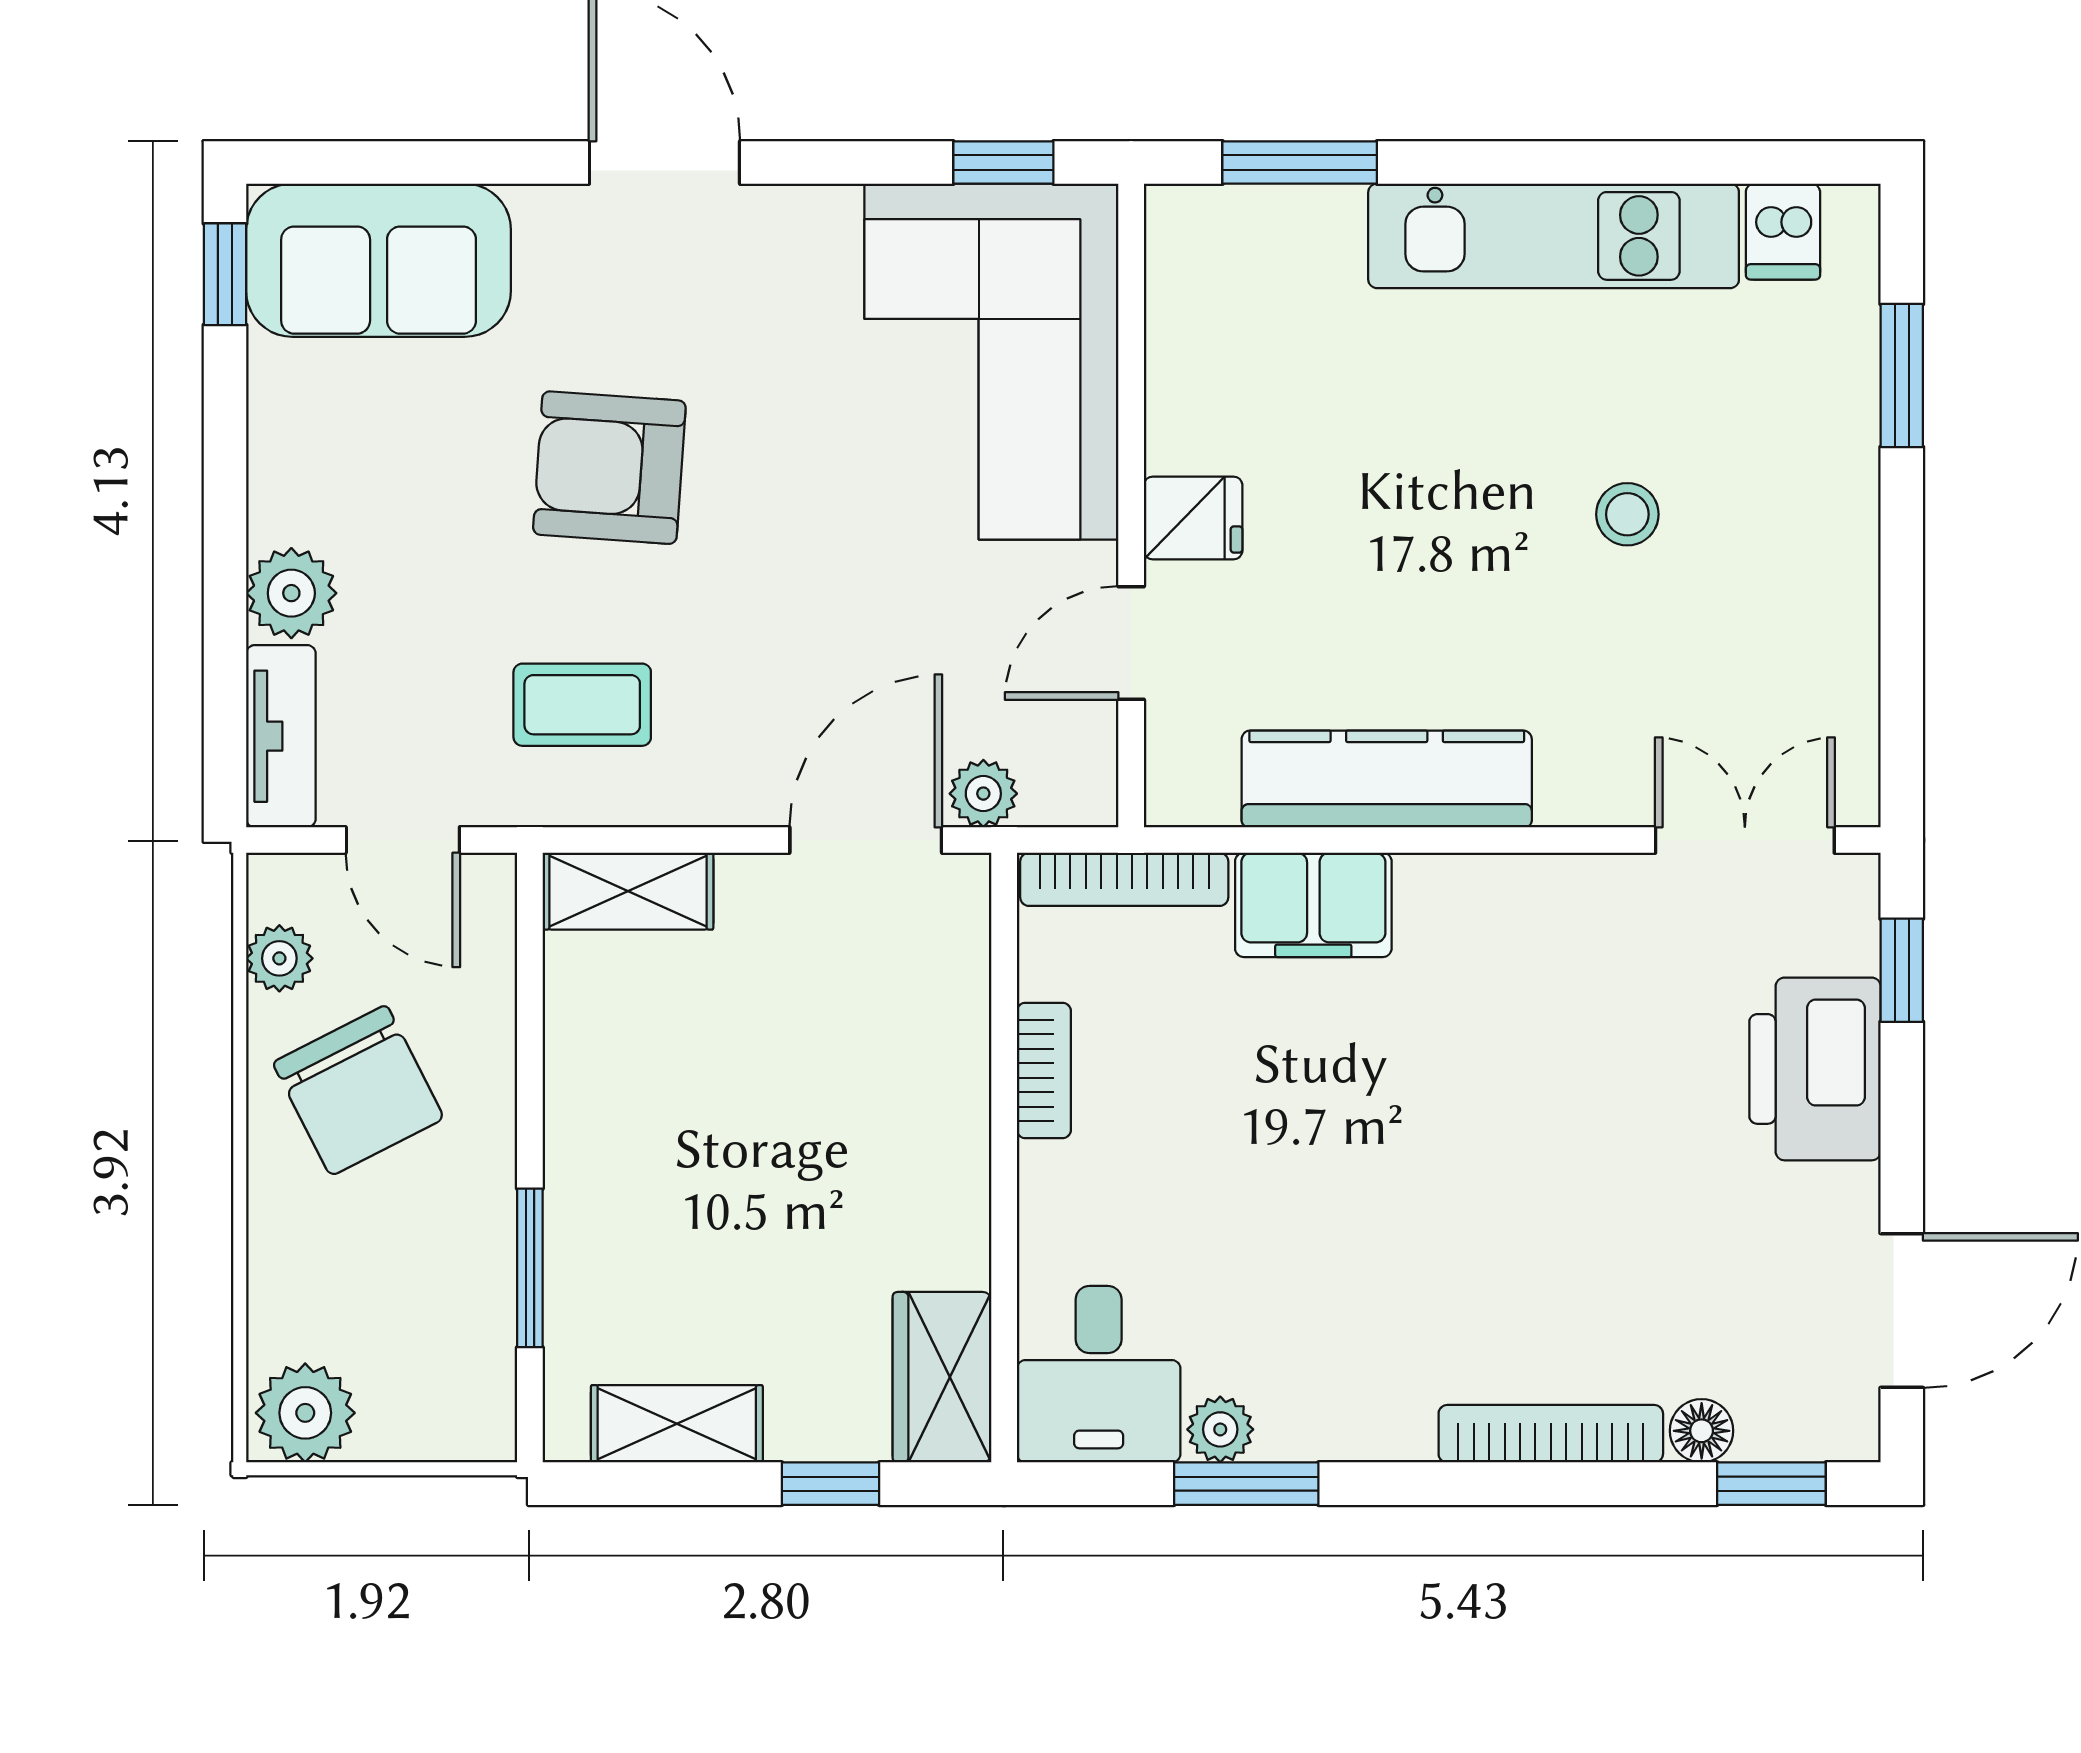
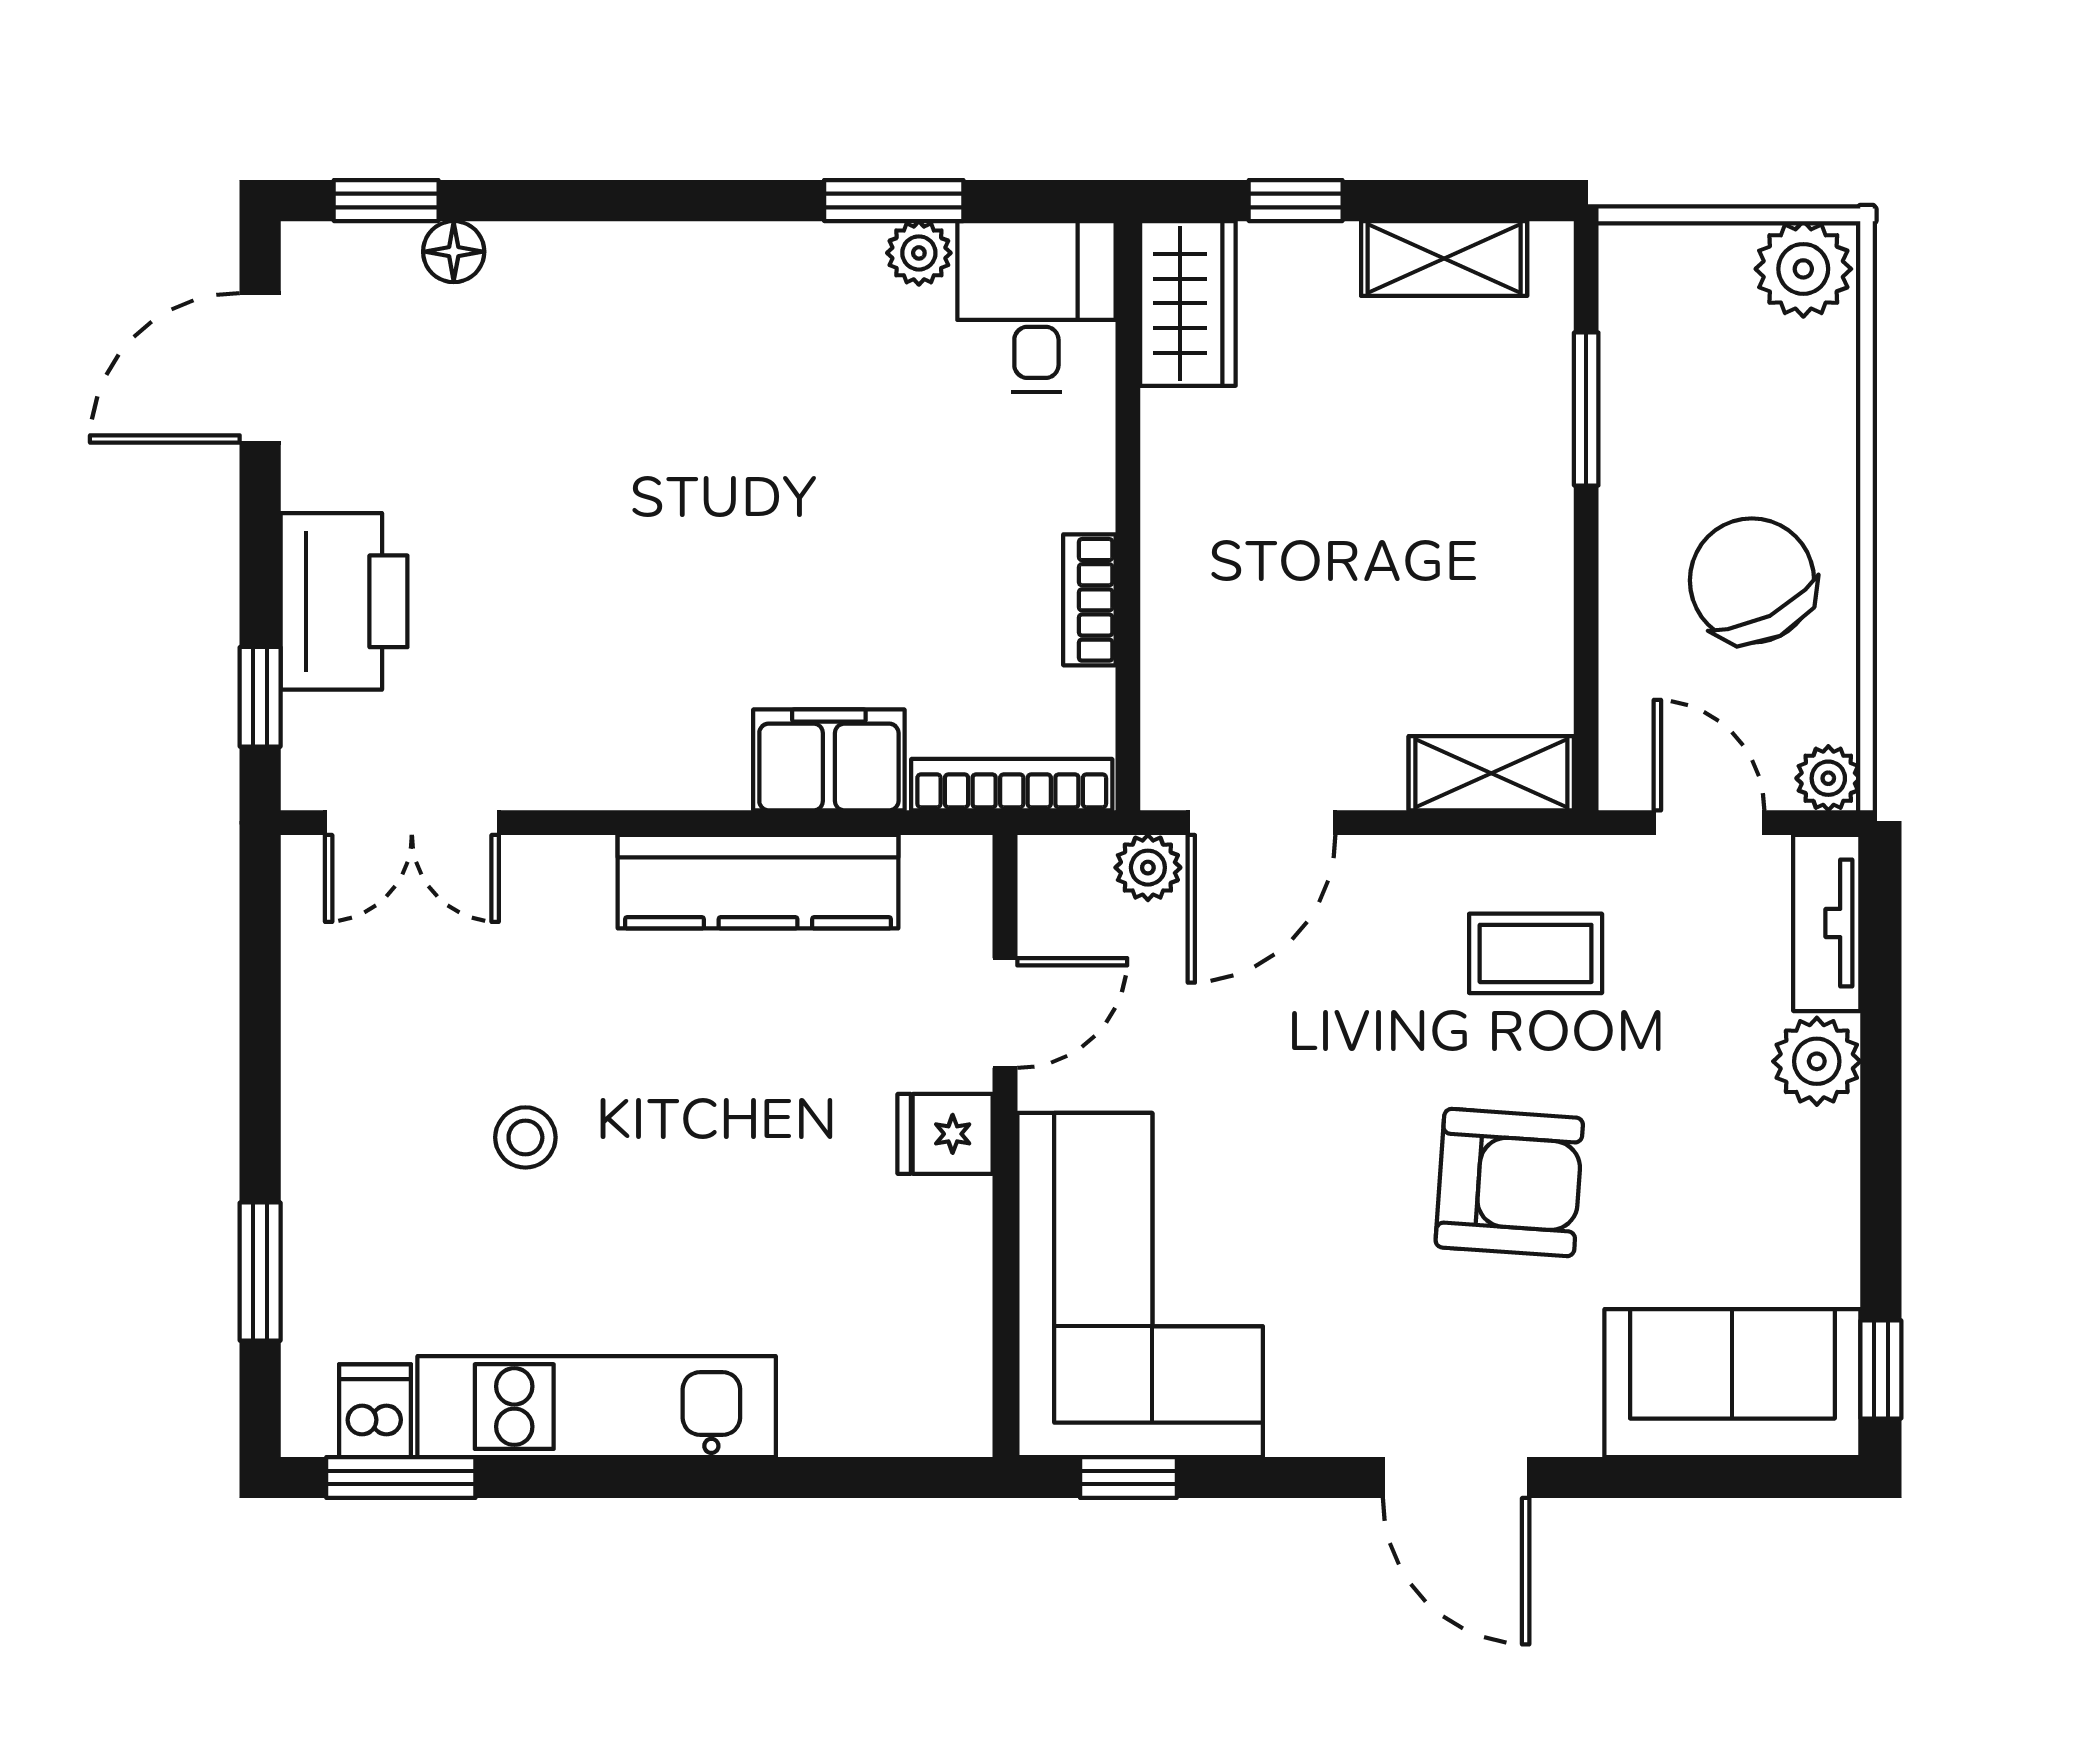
window: (1300, 162) -> (401, 1478), moved
plant: (279, 958) -> (1828, 778), moved
bookcase: (1551, 1434) -> (599, 249), removed

